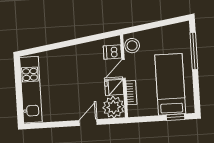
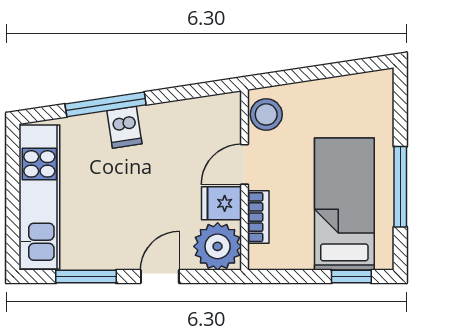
window: (59, 45) -> (106, 104), added
window: (194, 51) -> (400, 187), moved
dishwasher: (112, 52) -> (124, 127), moved, turned -99
window: (54, 125) -> (86, 277), added

